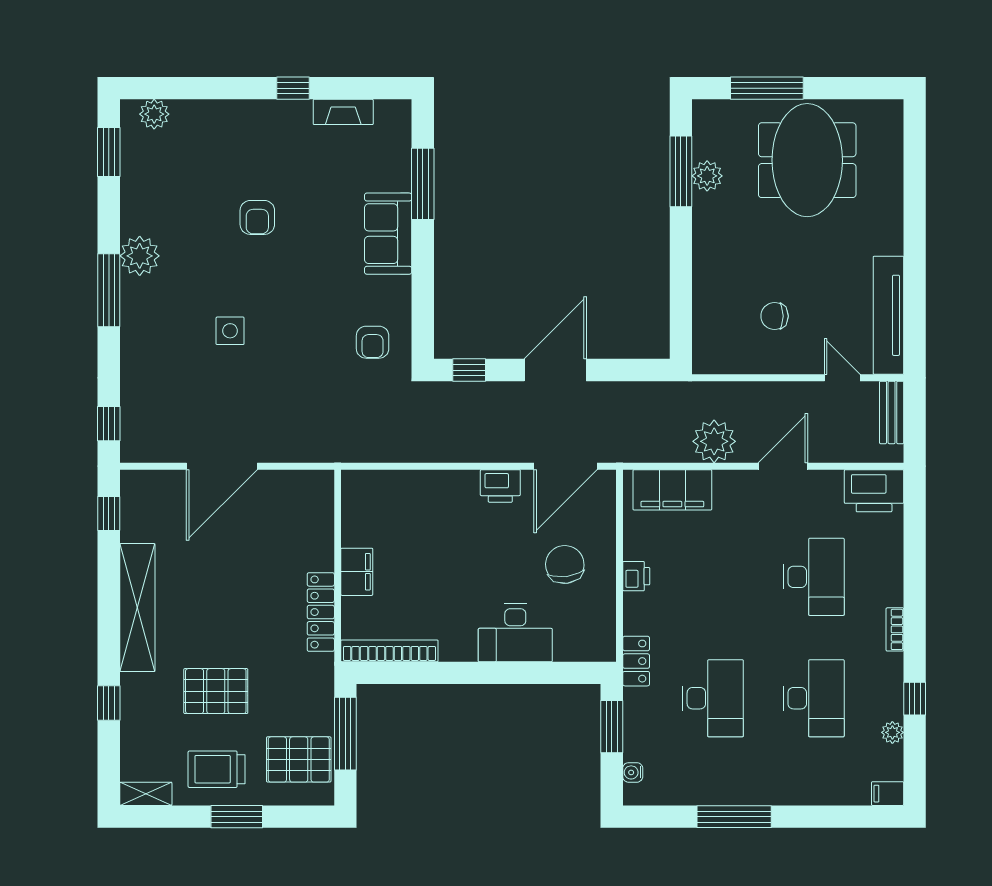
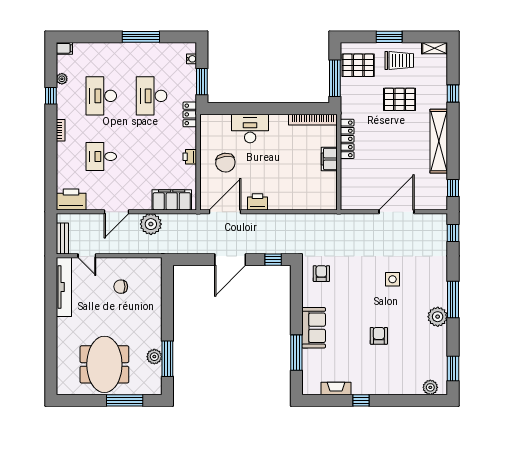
chair: (775, 316) -> (121, 287), turned 180
desk: (814, 577) -> (101, 156), width x0.73

